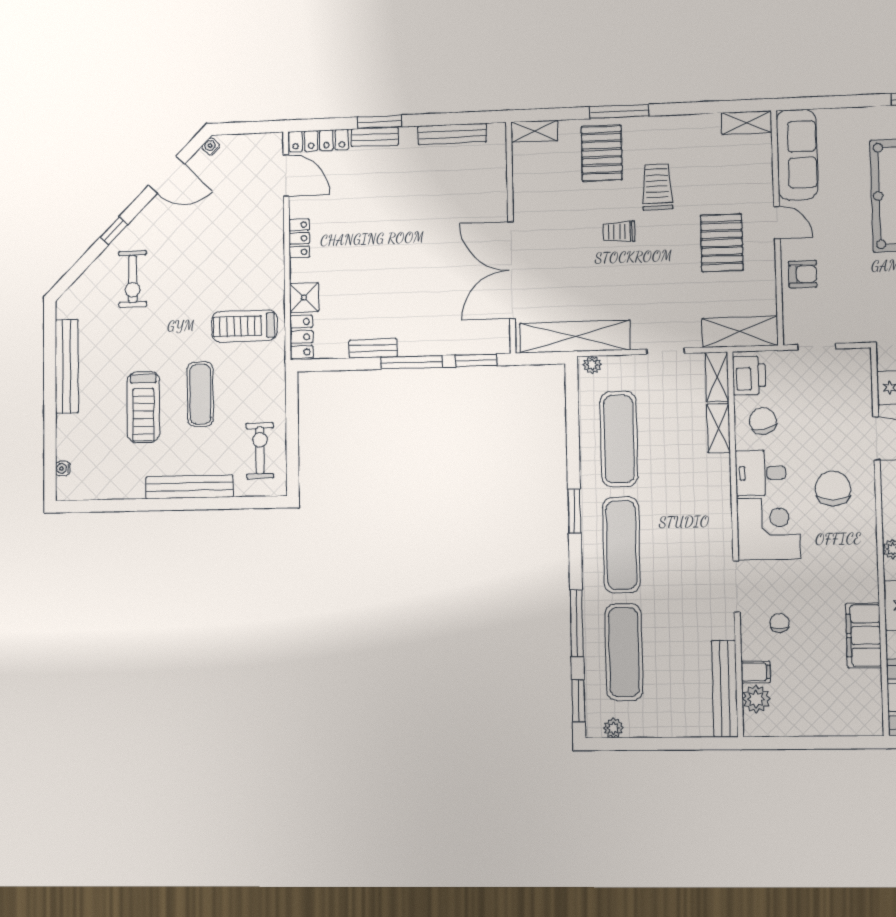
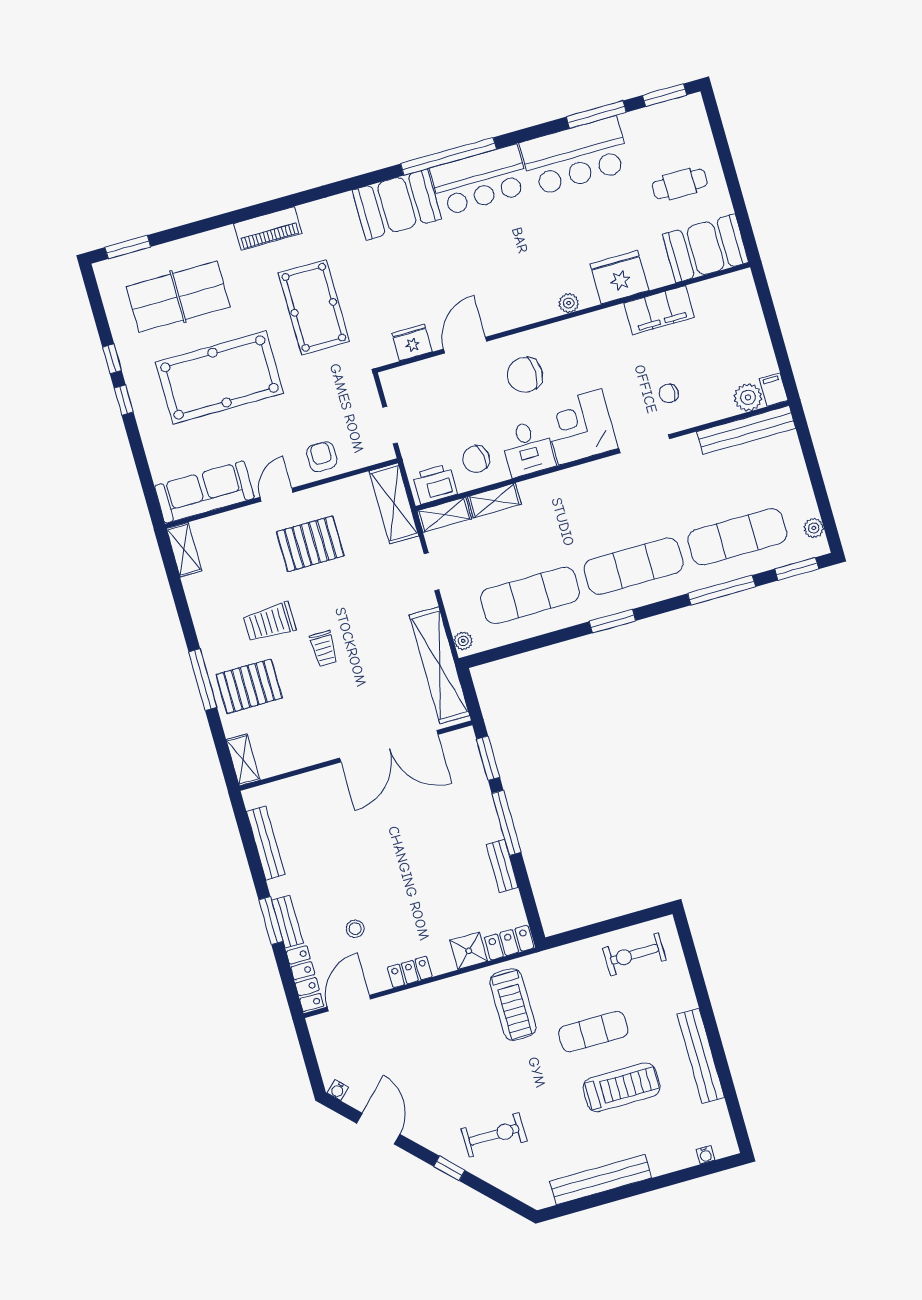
stool: (352, 198) -> (355, 929), added
bench: (190, 487) -> (701, 1056), moved
filing cabinet: (756, 672) -> (774, 390), moved

